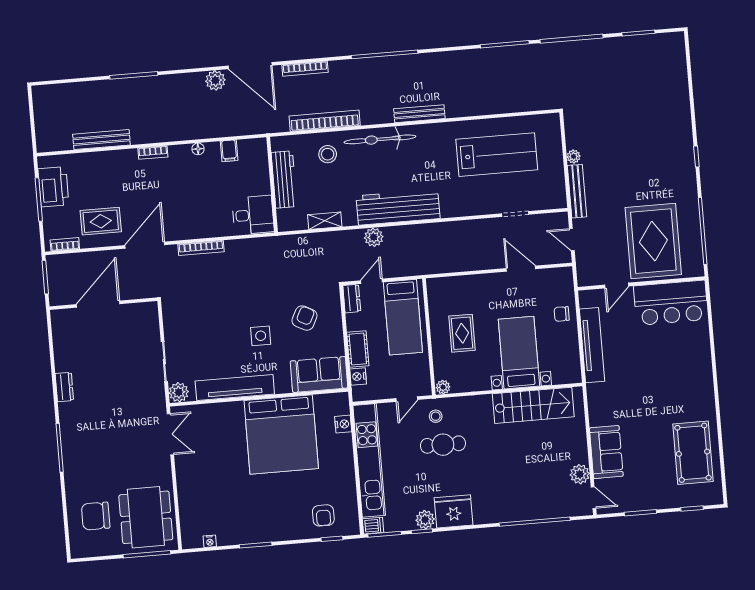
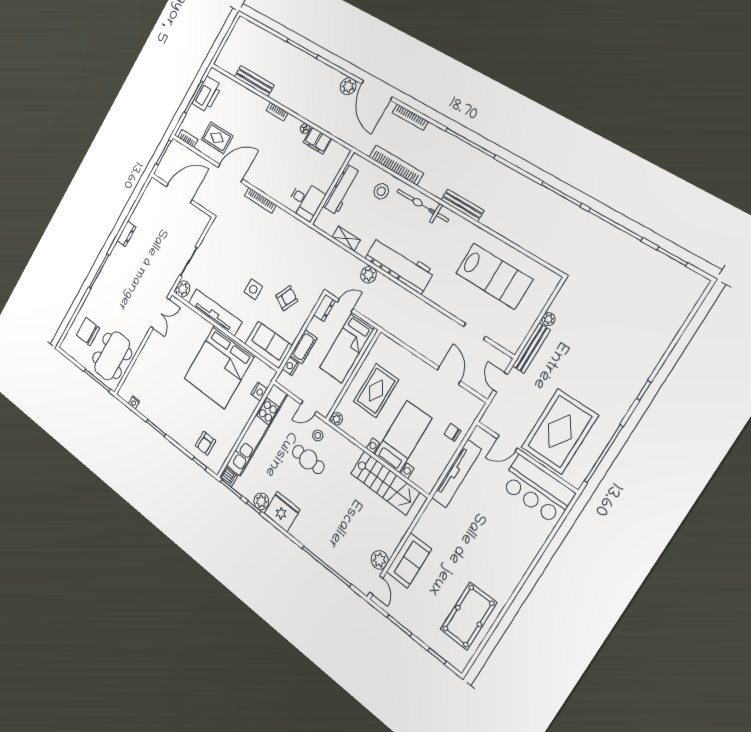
filing cabinet: (229, 151) -> (317, 141), width x2.00
rug: (462, 333) -> (376, 391), width x1.36, depth x1.43

